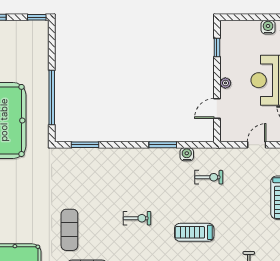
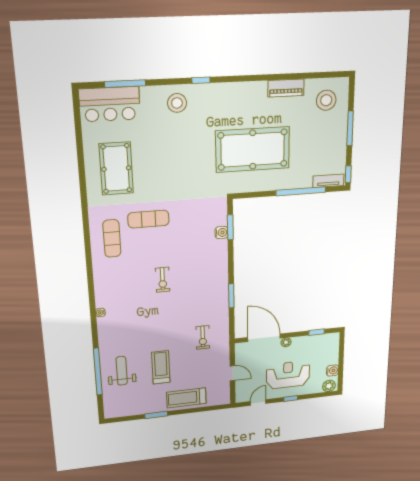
tv unit: (42, 39) -> (328, 181), added
window: (52, 97) -> (301, 191), moved
door: (217, 108) -> (264, 338), width x1.88
water cooler: (187, 154) -> (221, 233), moved
treadmill: (194, 232) -> (161, 367), moved

